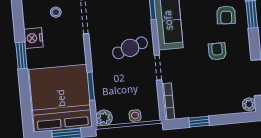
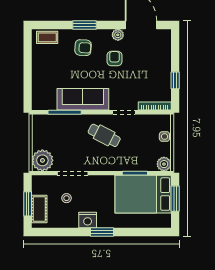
cafe table: (130, 48) -> (104, 135), turned -45
armchair: (217, 51) -> (114, 59), turned 90
bed: (61, 98) -> (143, 194), width x0.73
plant: (249, 104) -> (118, 35), moved

